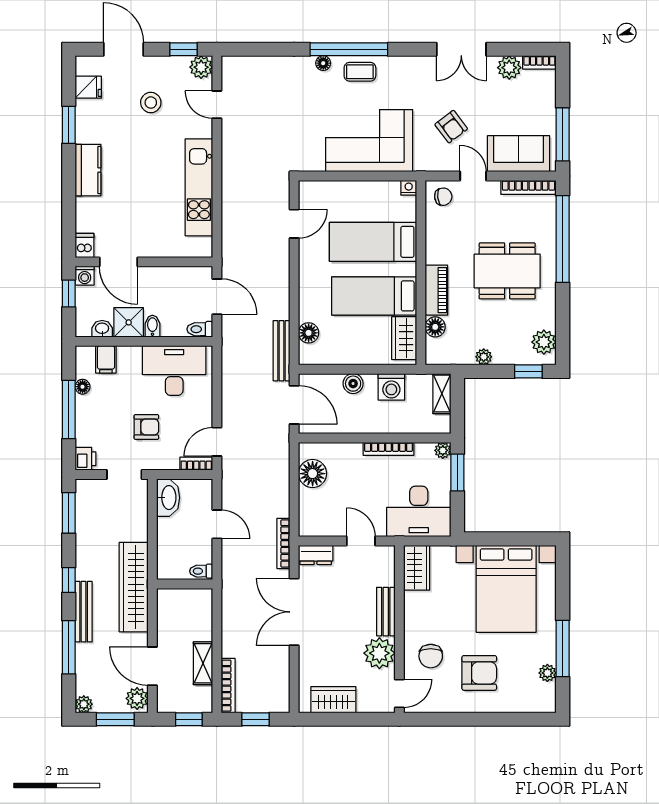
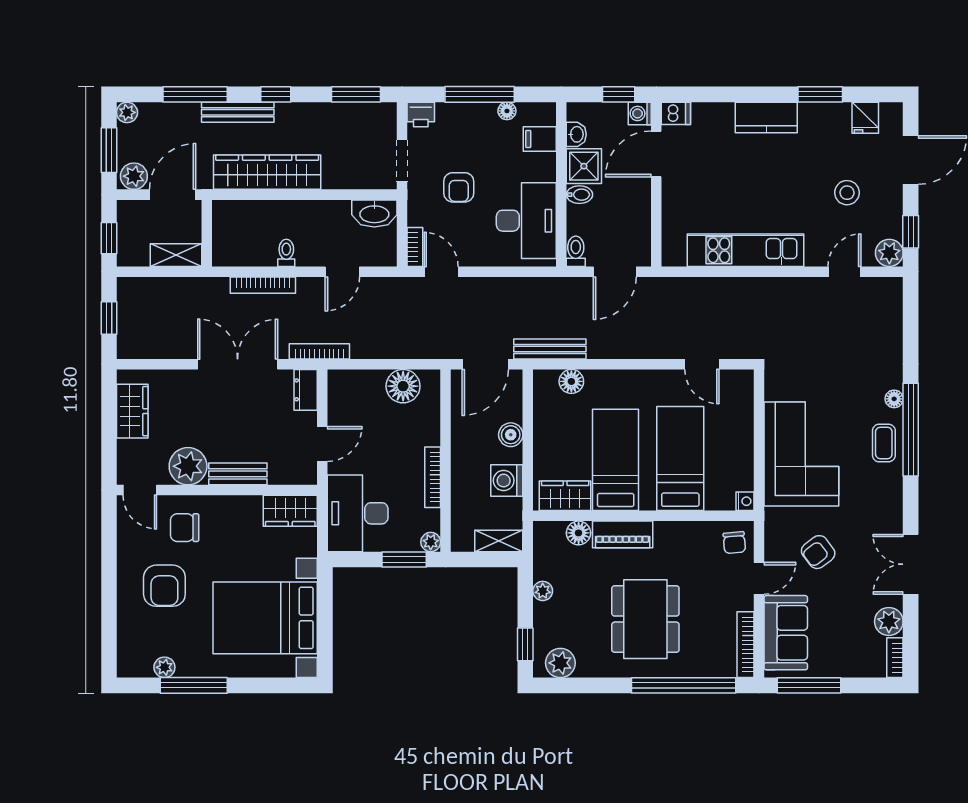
wall: (185, 584) -> (207, 233), moved
bookcase: (228, 686) -> (263, 285), moved

